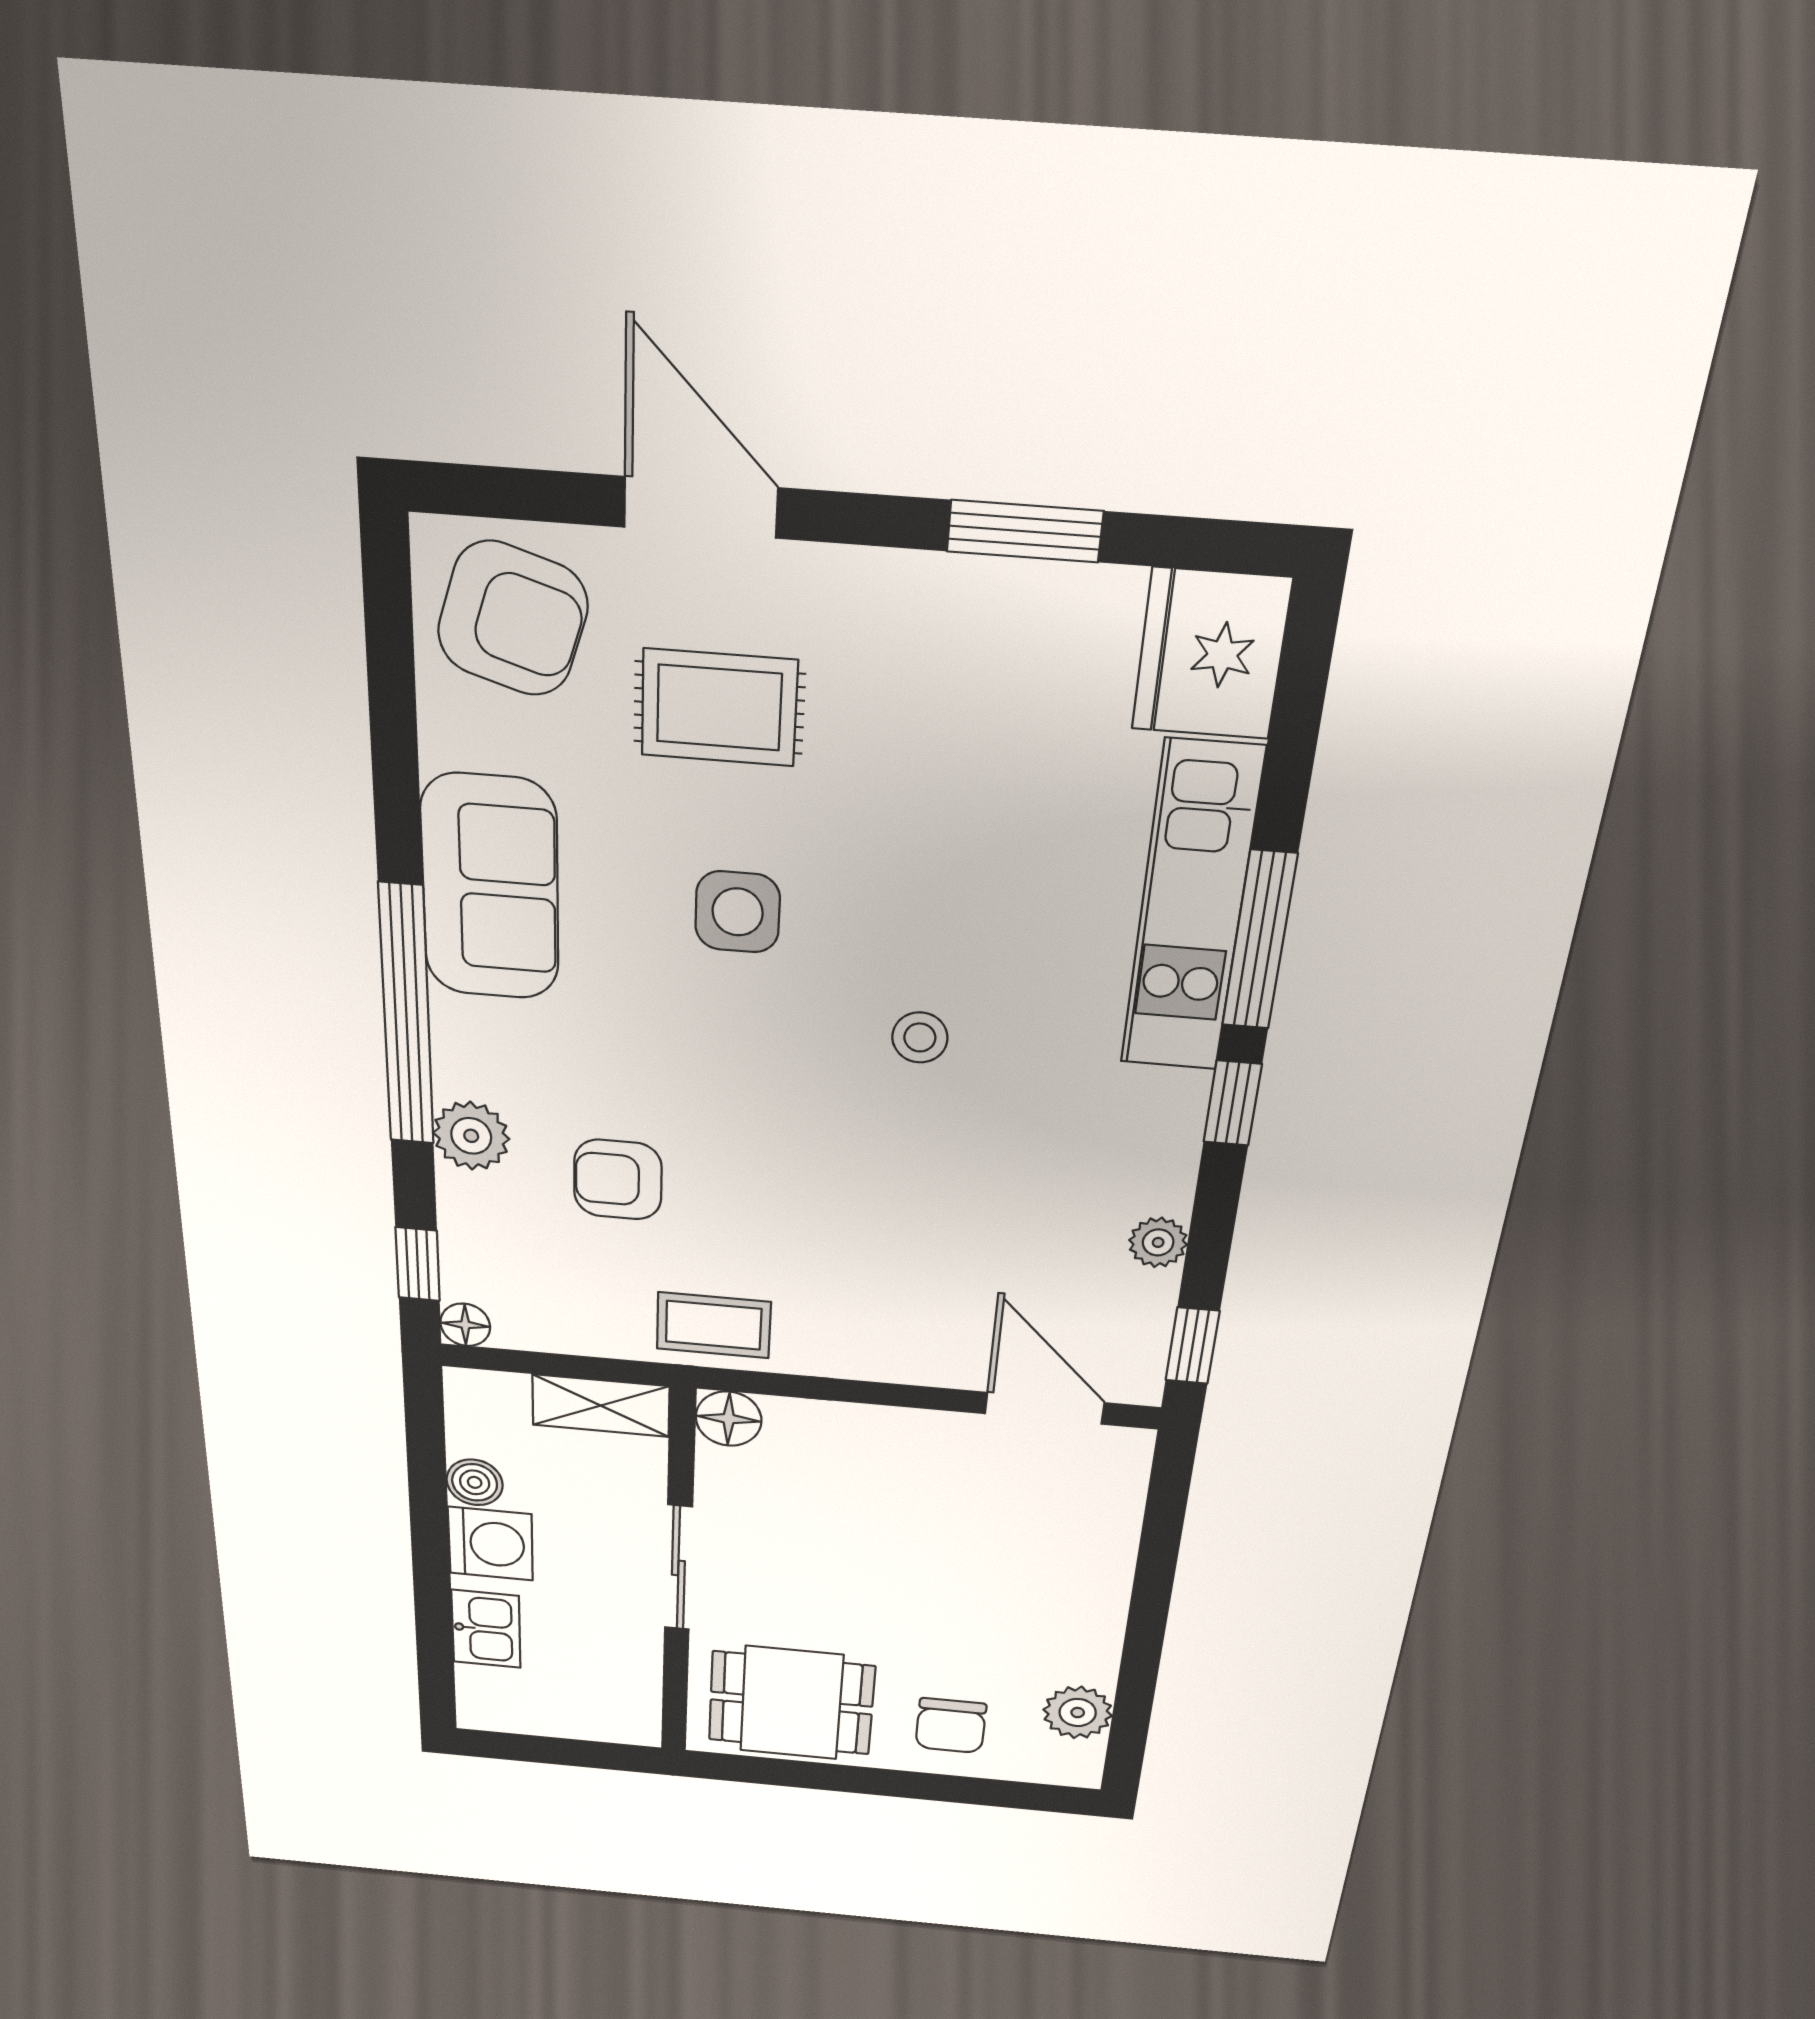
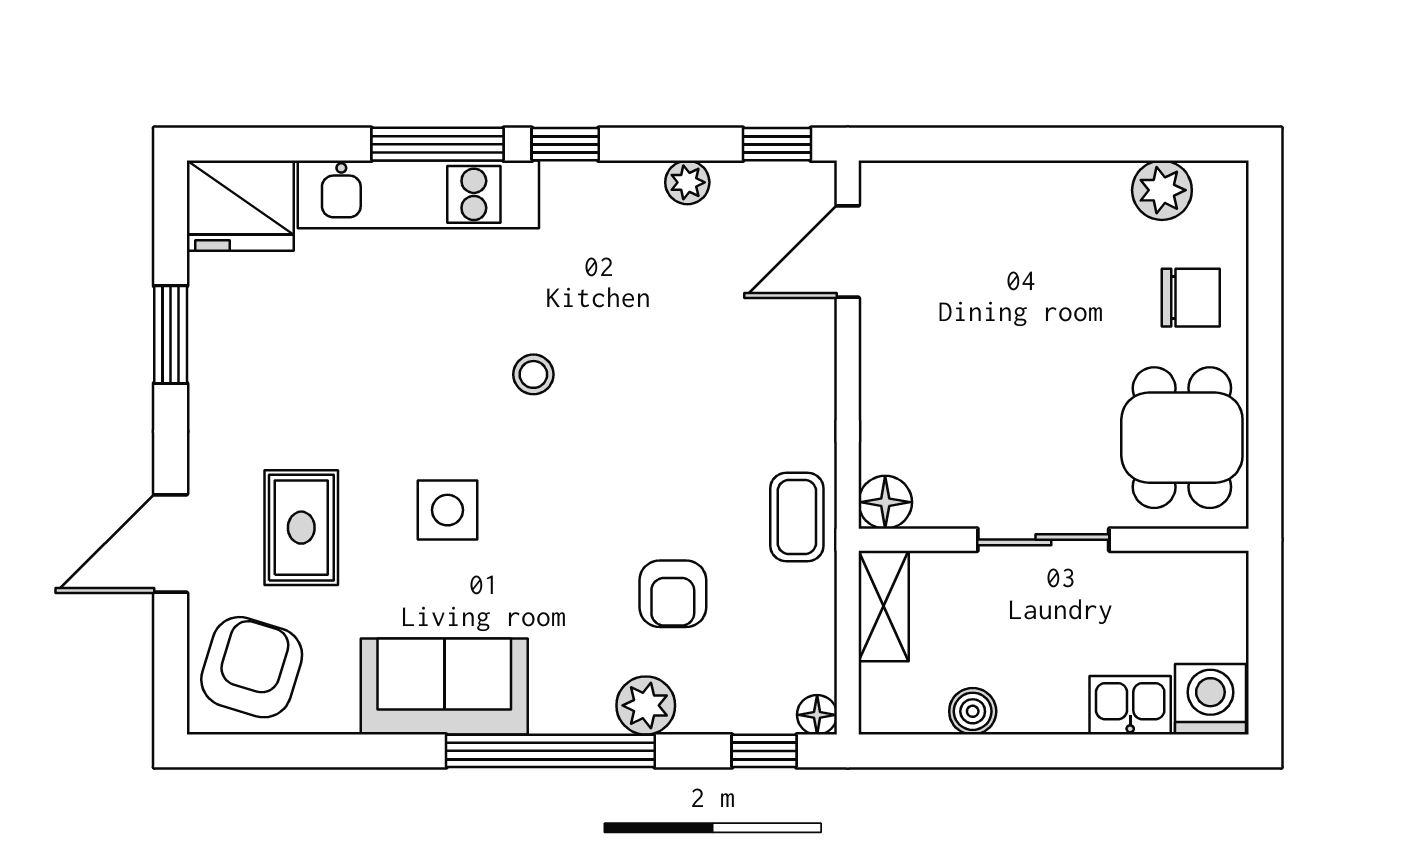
washing machine: (491, 1544) -> (1210, 699), moved

